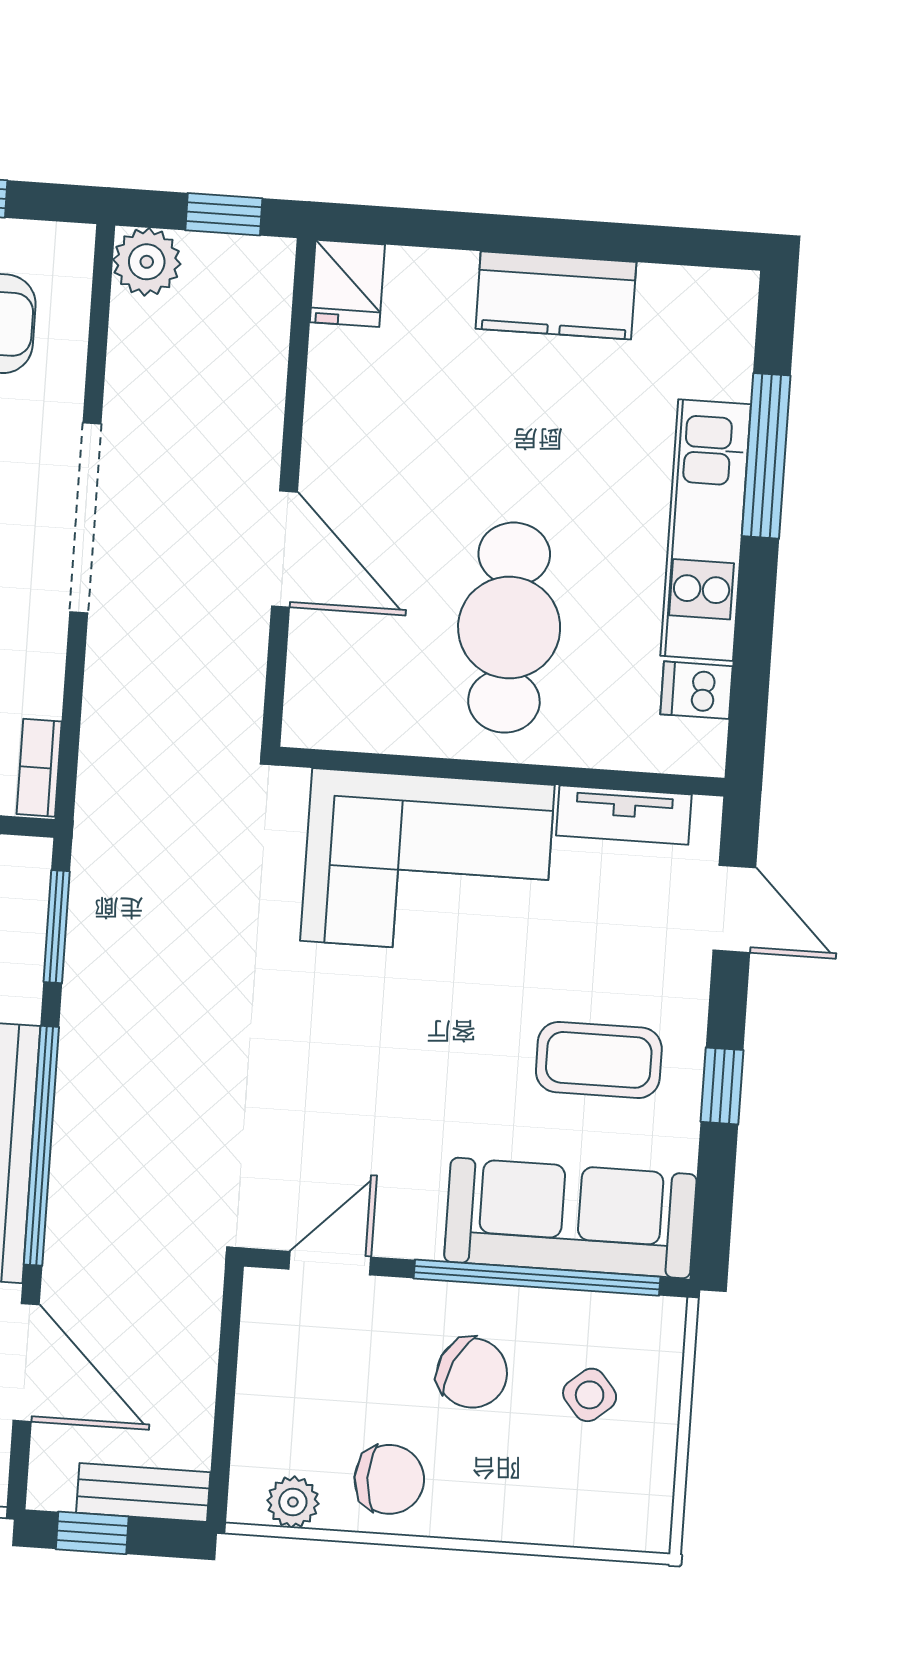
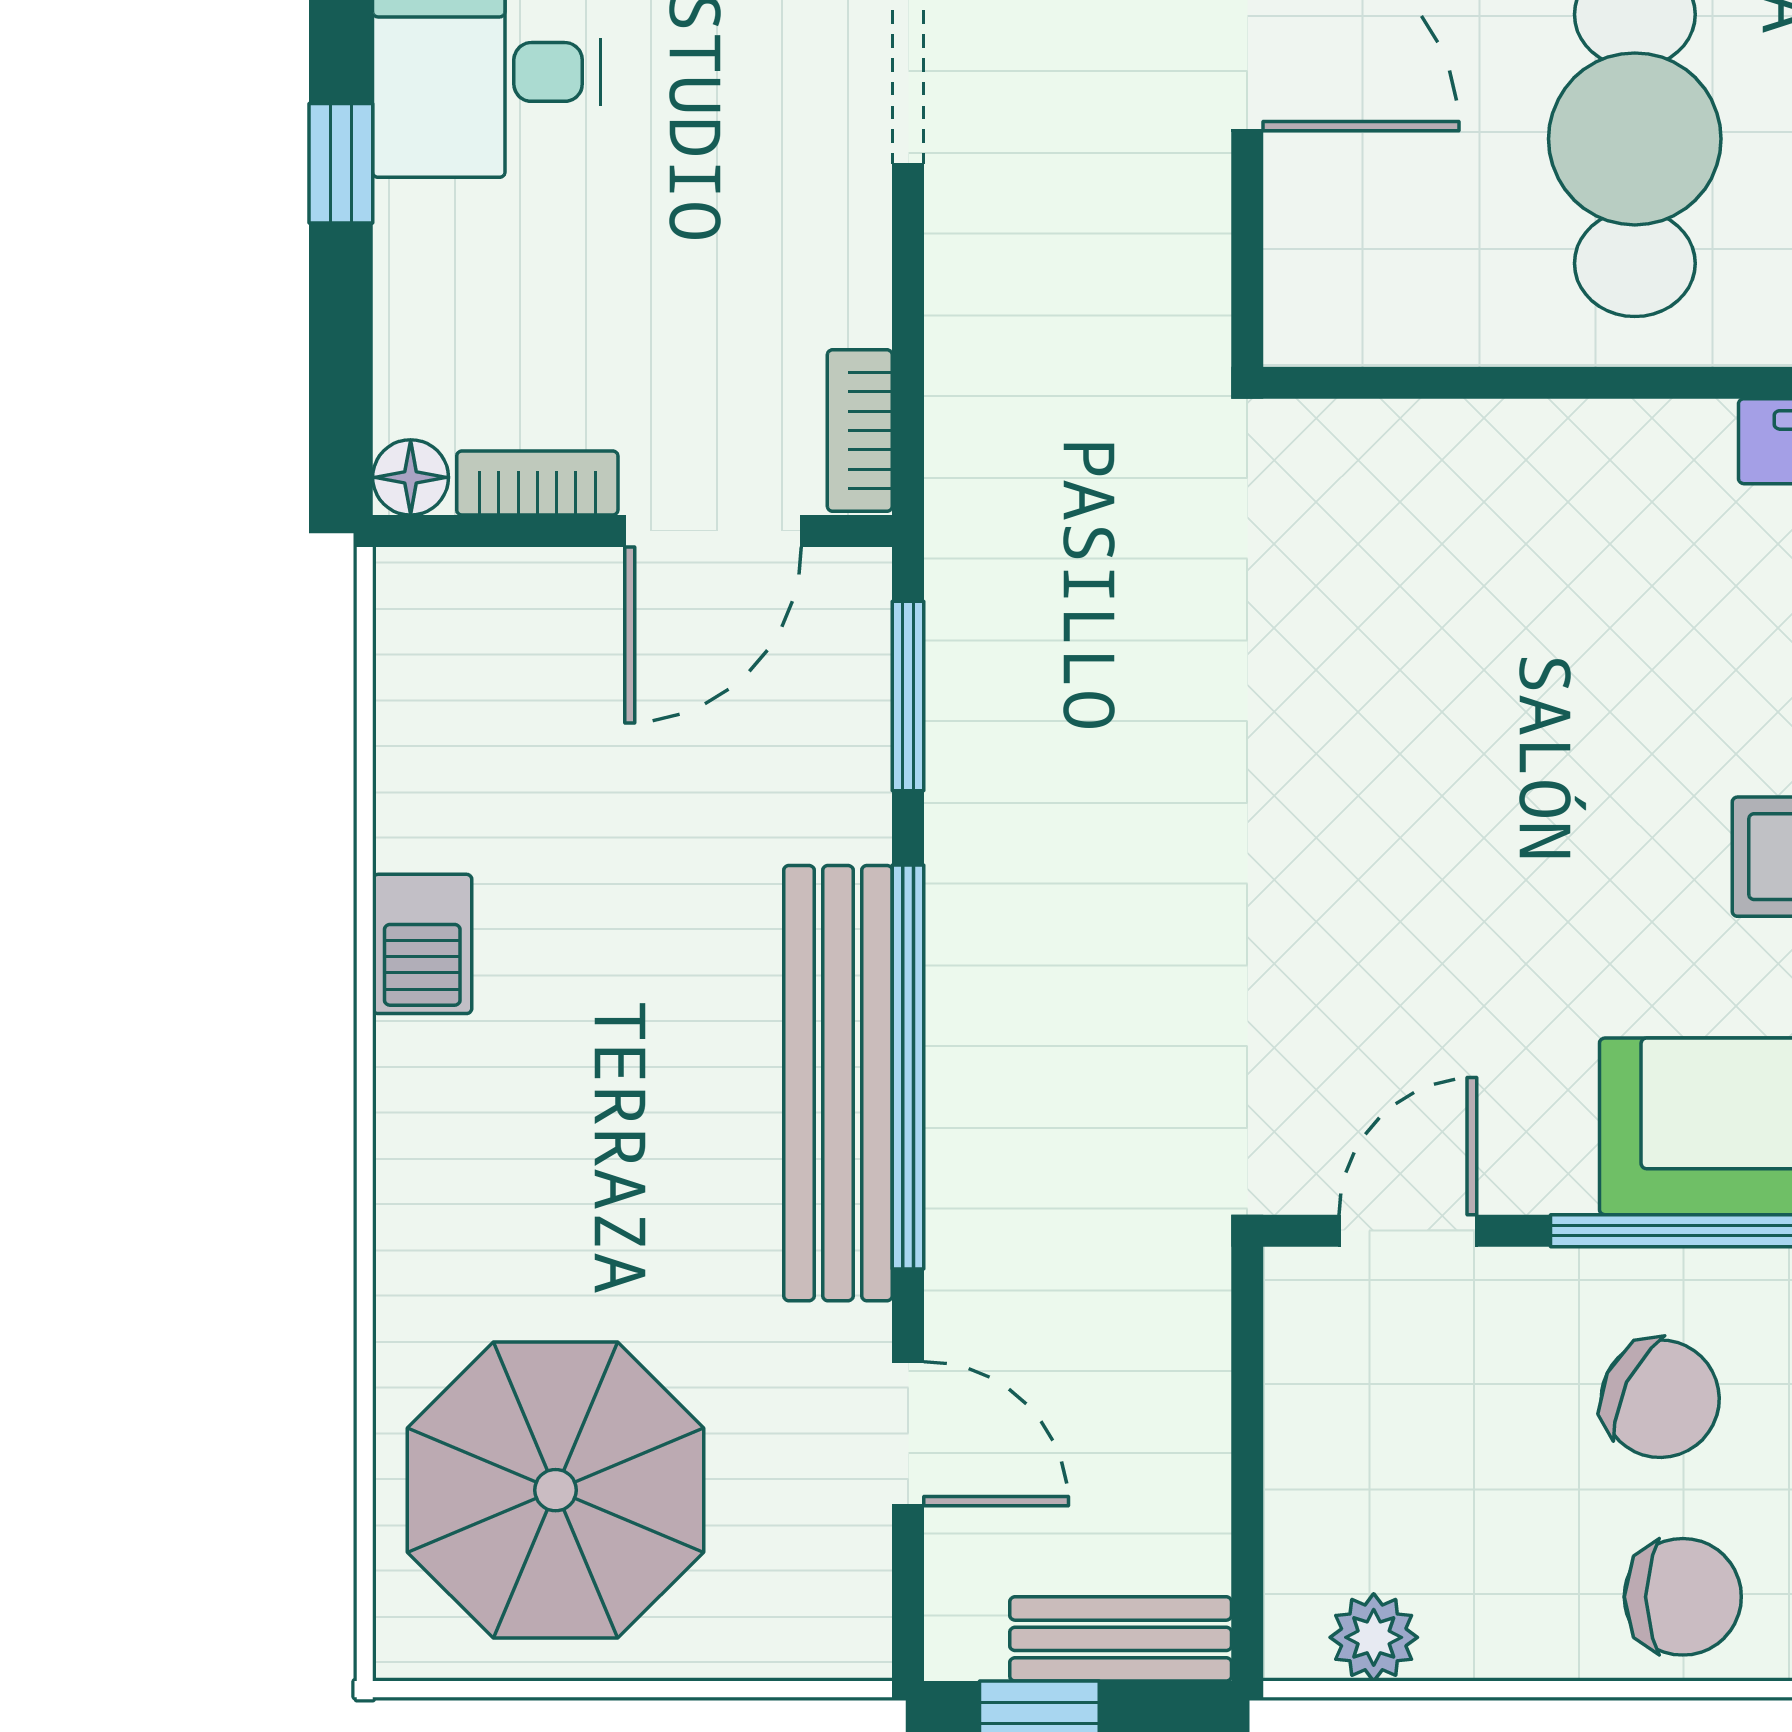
corner sofa: (427, 863) -> (1525, 545), removed
door: (26, 1362) -> (908, 1434), width x0.73
chair: (389, 1479) -> (1683, 1597), moved

